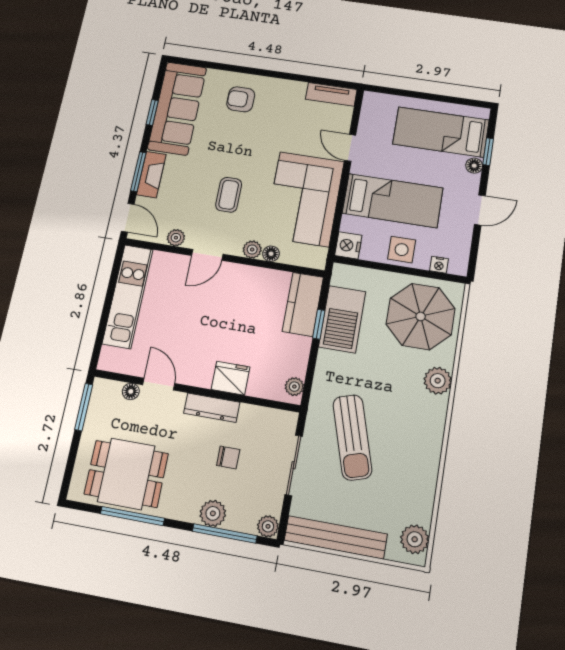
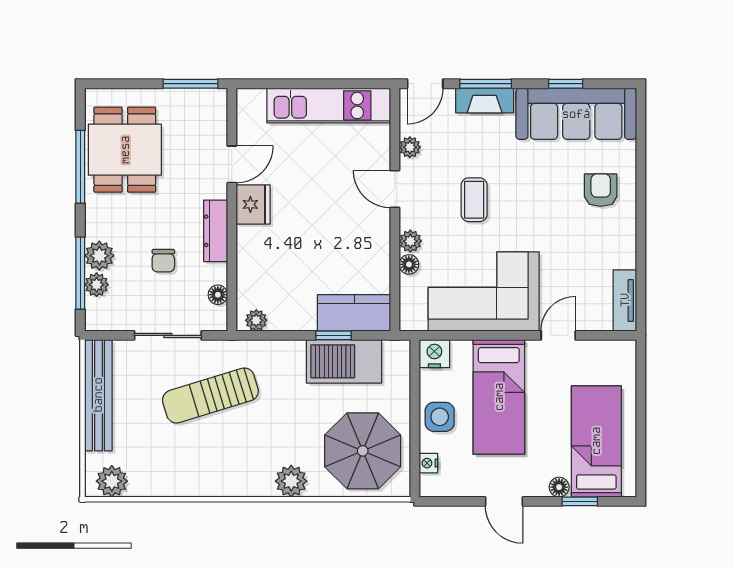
coffee table: (229, 195) -> (474, 200), turned 90
fridge: (230, 378) -> (253, 204), moved
floor lamp: (131, 391) -> (218, 295), moved
plant: (268, 526) -> (97, 285), moved

